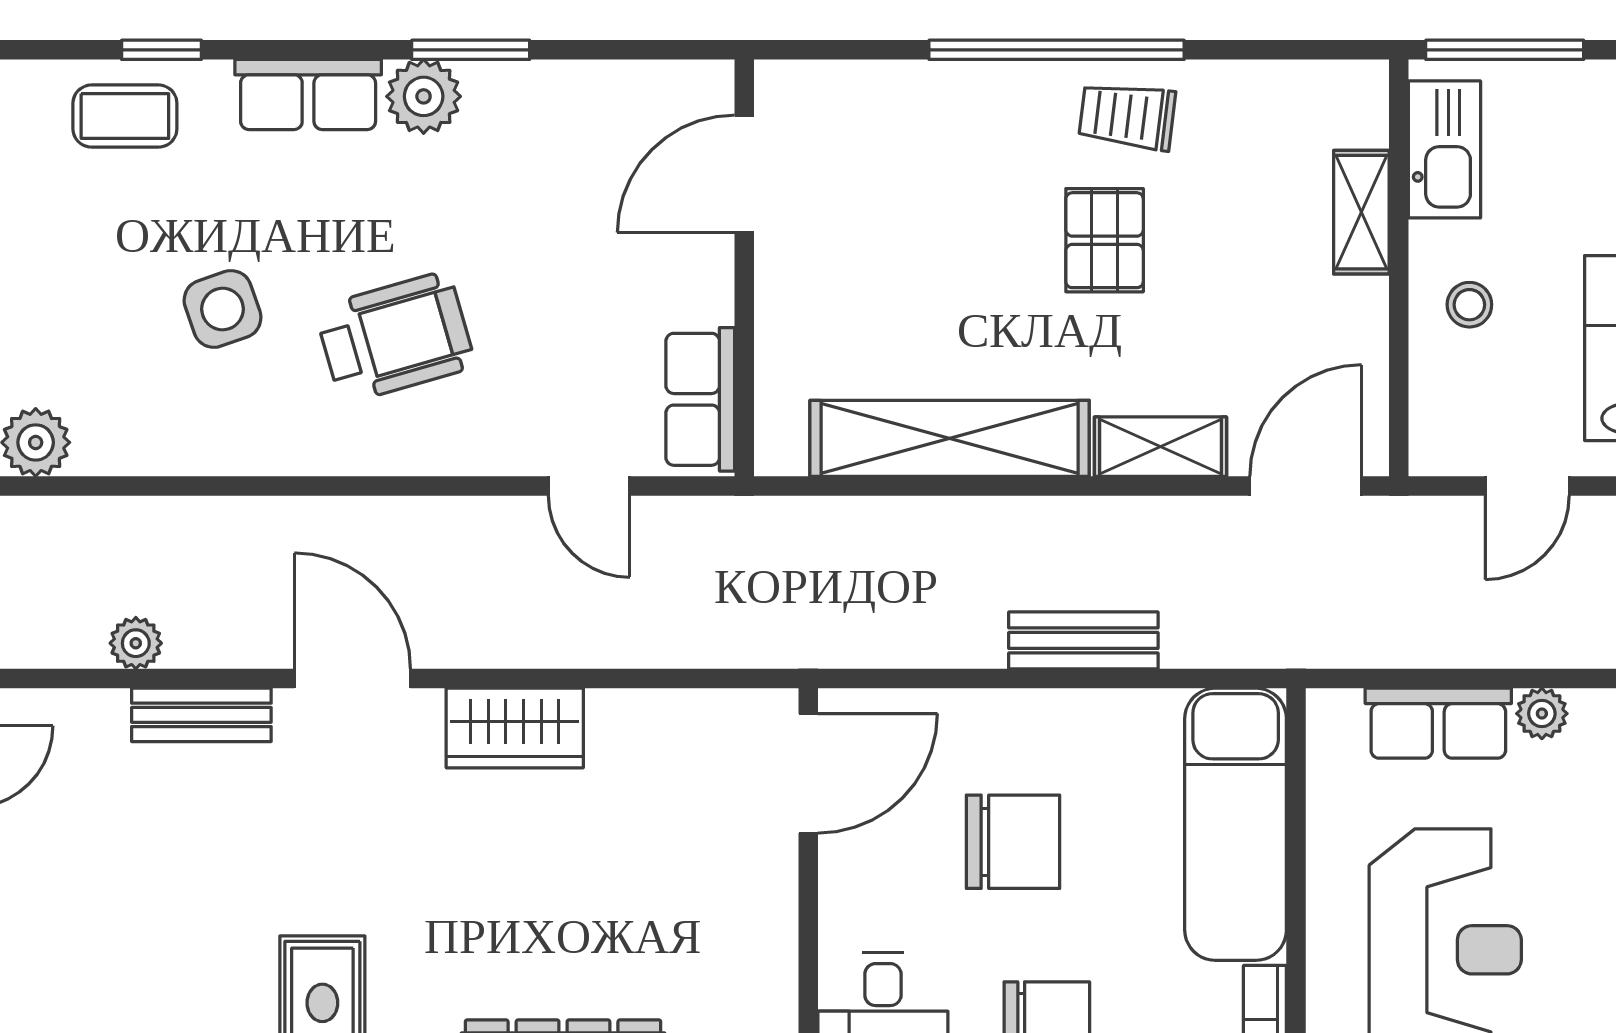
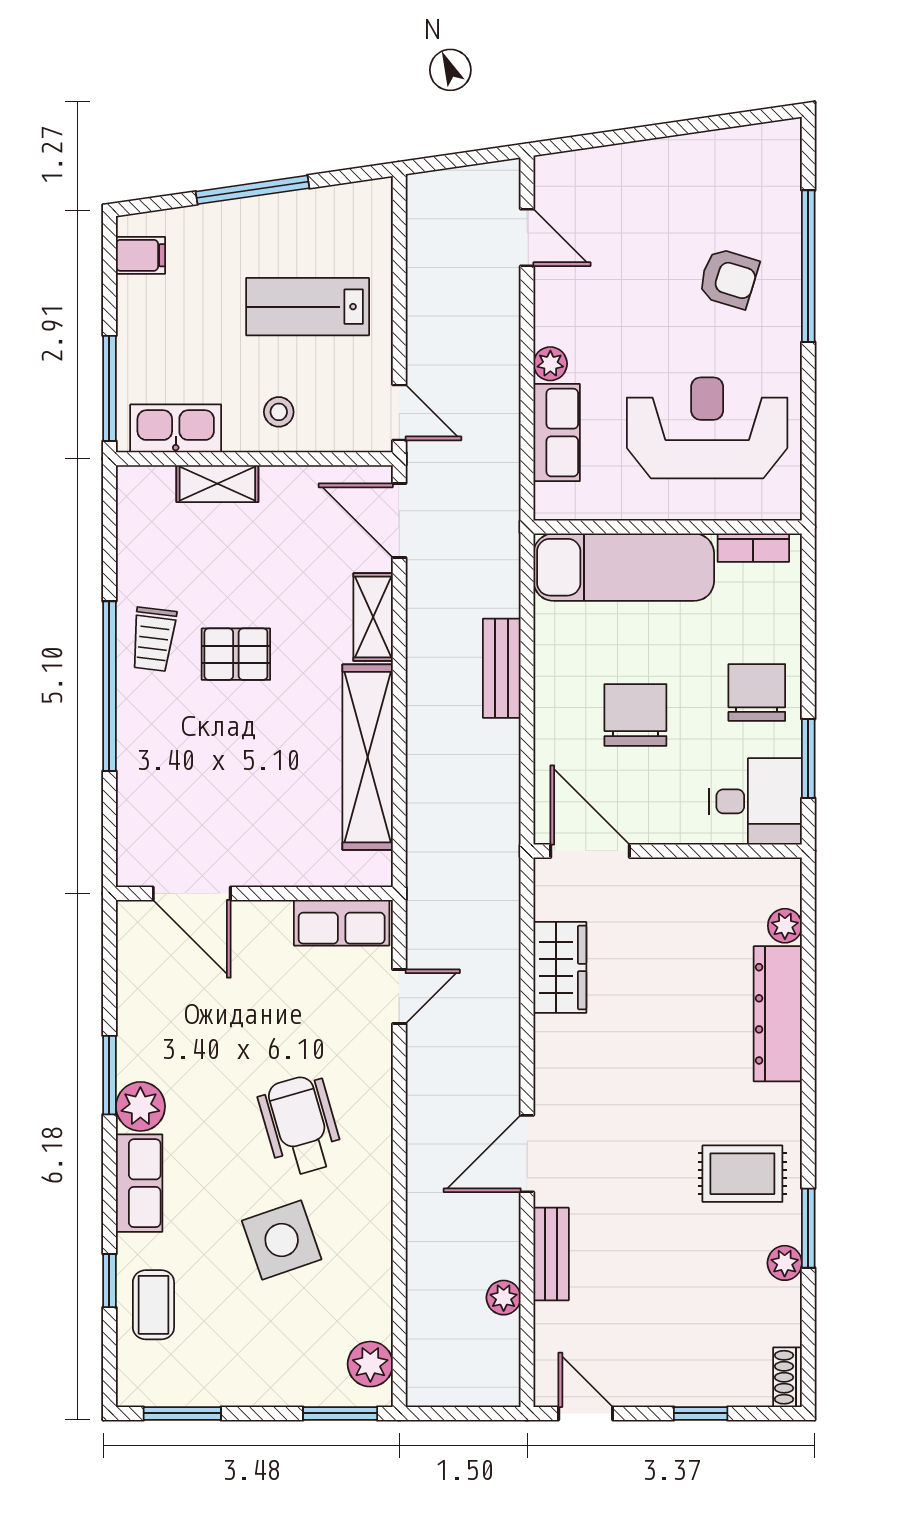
side table: (223, 309) -> (282, 1240), width x1.37, depth x1.37
door: (1527, 486) -> (399, 412), moved
wardrobe: (515, 728) -> (560, 967), moved

